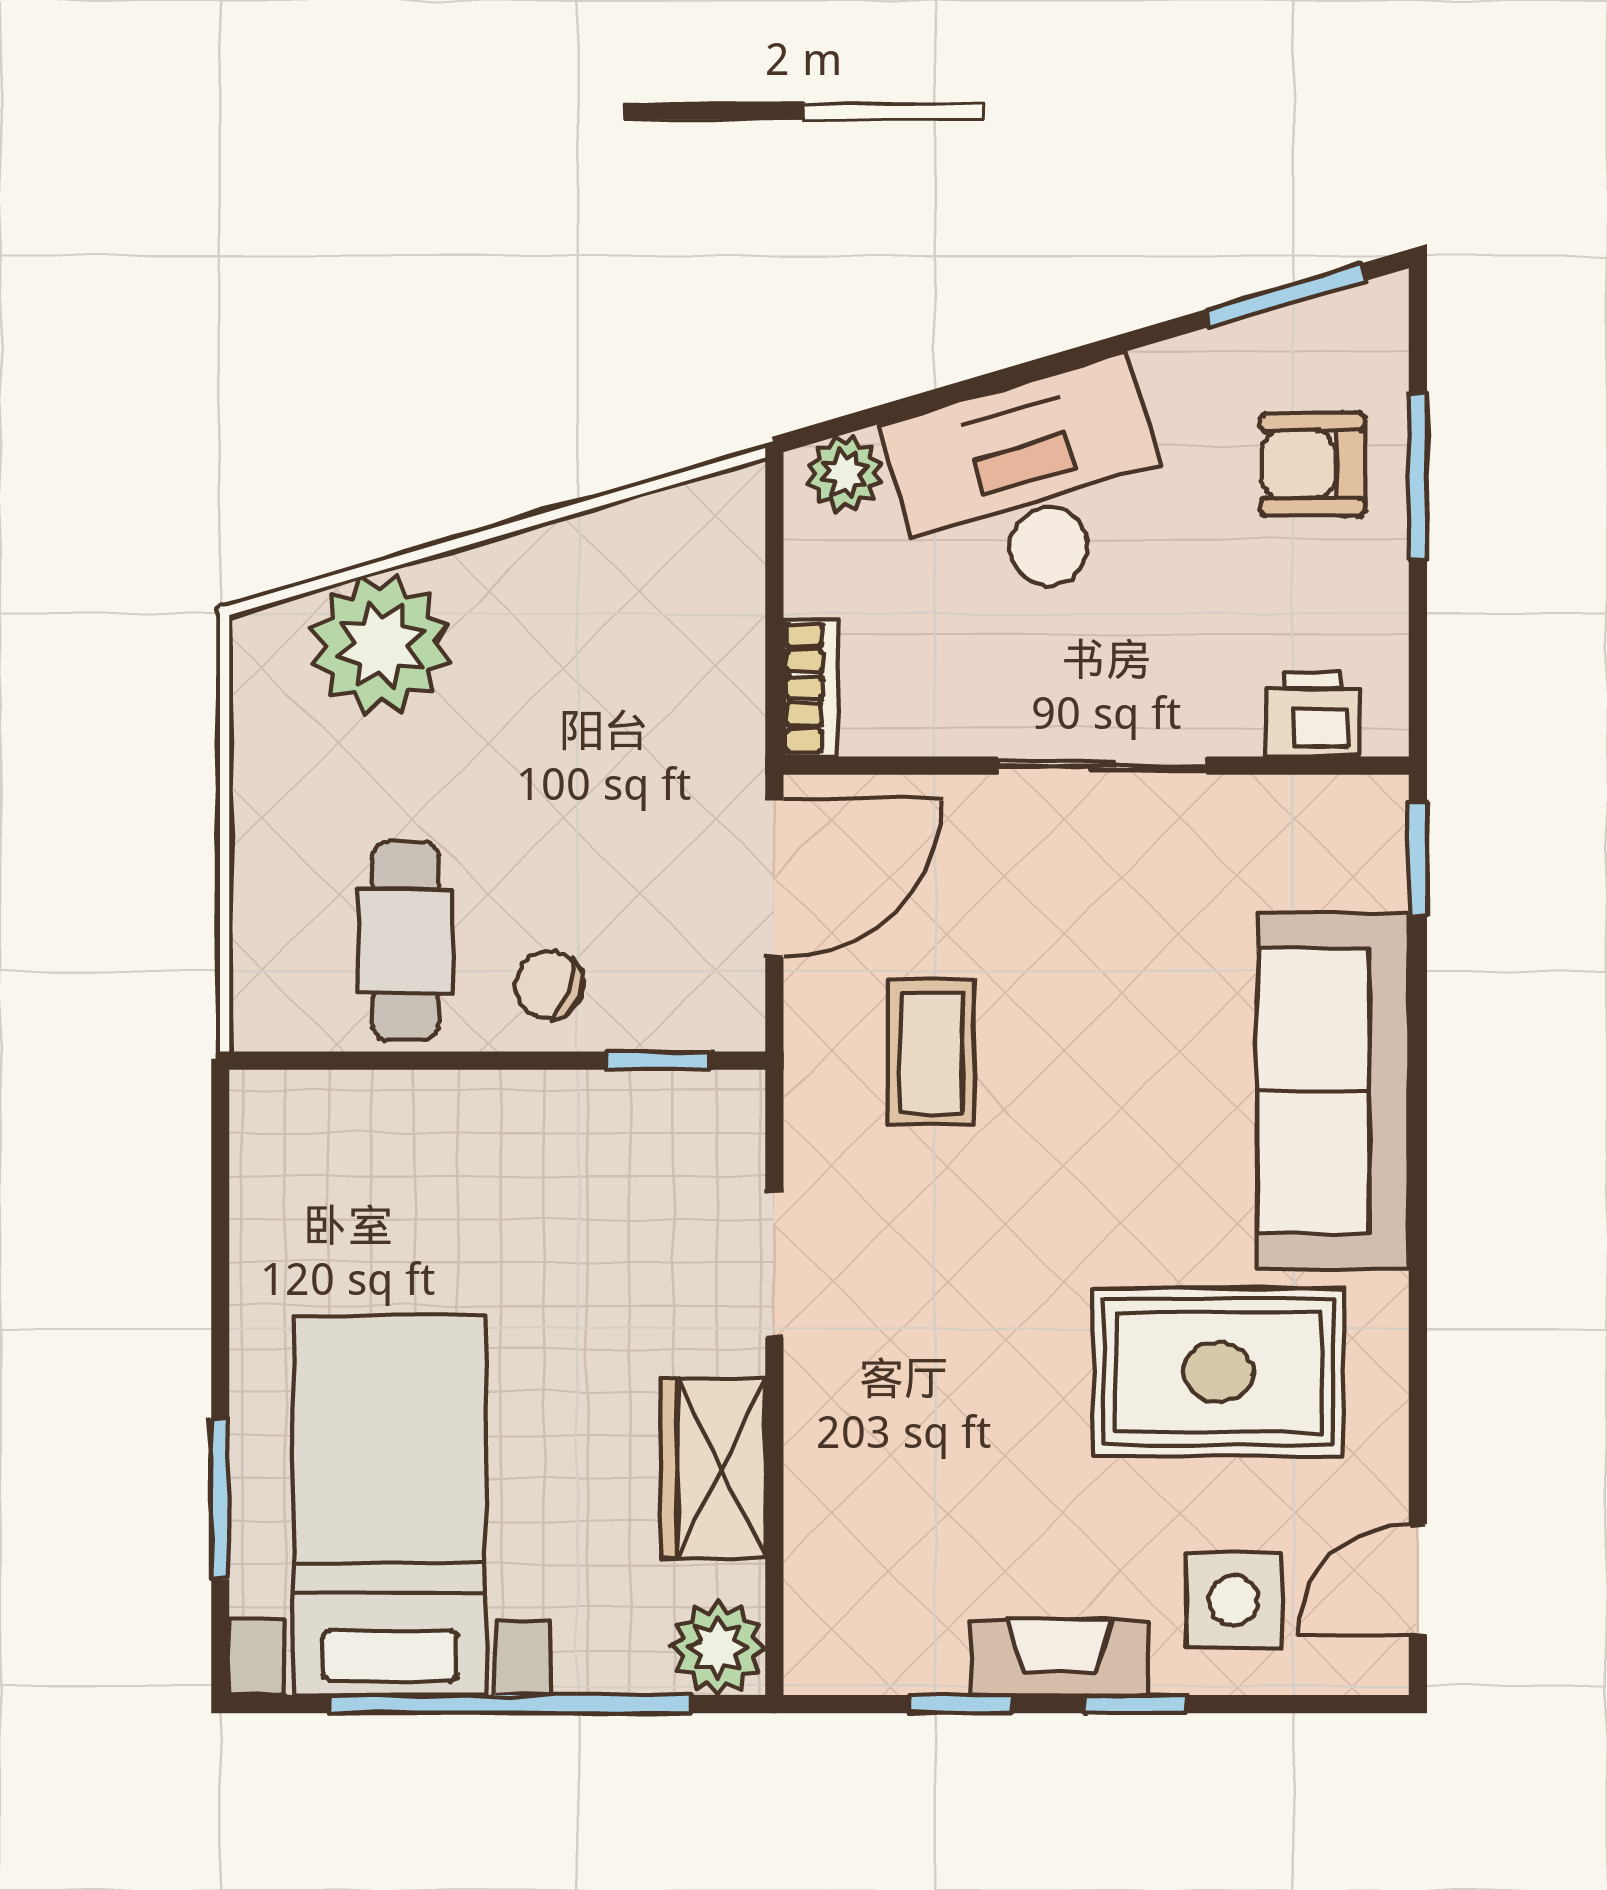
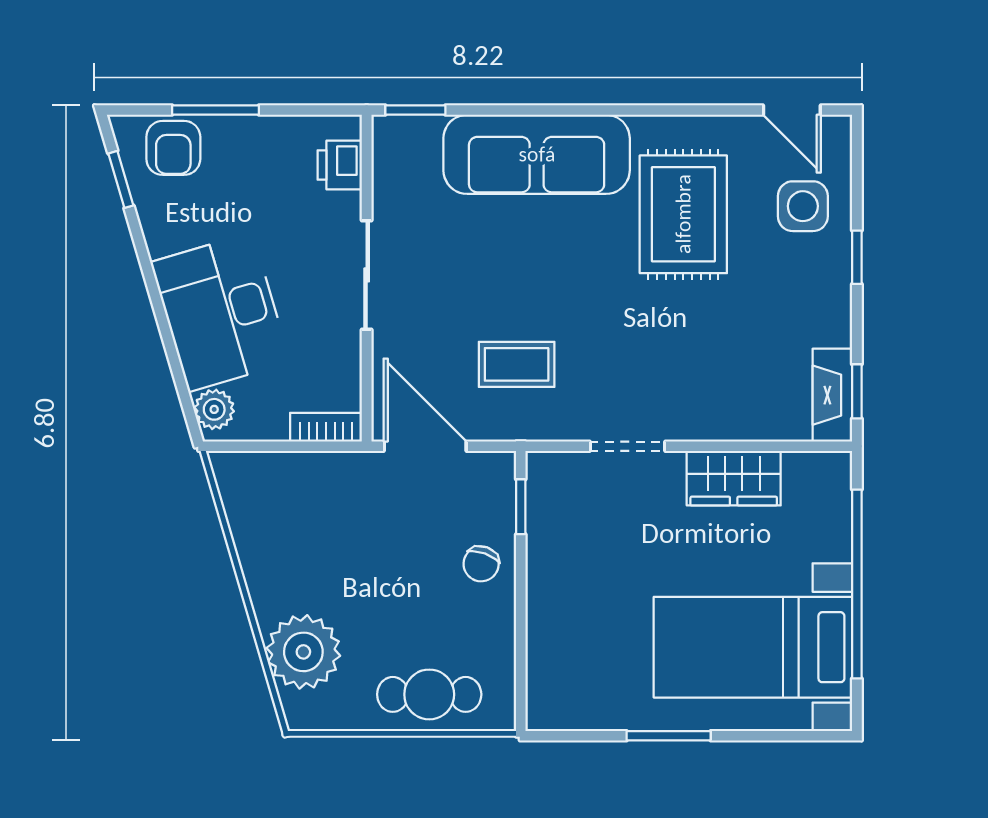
window: (1285, 295) -> (121, 179), width x0.67
armchair: (1313, 465) -> (173, 148), moved
cafe table: (406, 941) -> (429, 694), moved
window: (220, 1499) -> (669, 736), moved
plant: (718, 1648) -> (827, 476), removed
fireplace: (1060, 1657) -> (832, 395), moved
window: (961, 1704) -> (857, 391), moved

